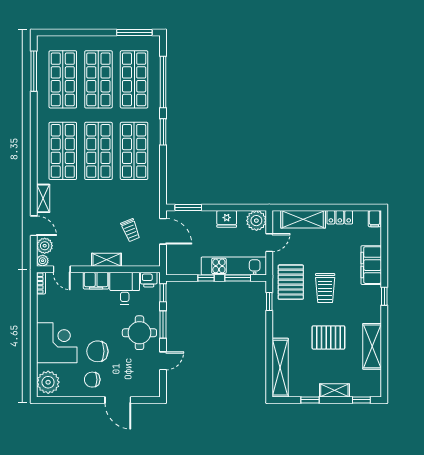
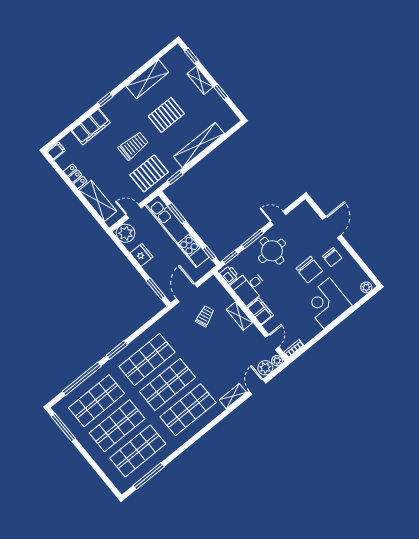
kitchen unit: (234, 266) -> (177, 231), width x1.36
window: (206, 278) -> (209, 253), moved
pallet: (328, 337) -> (166, 115), turned 90
shelving: (280, 368) -> (199, 145), moved
plant: (48, 382) -> (366, 287), width x0.53, depth x0.53

